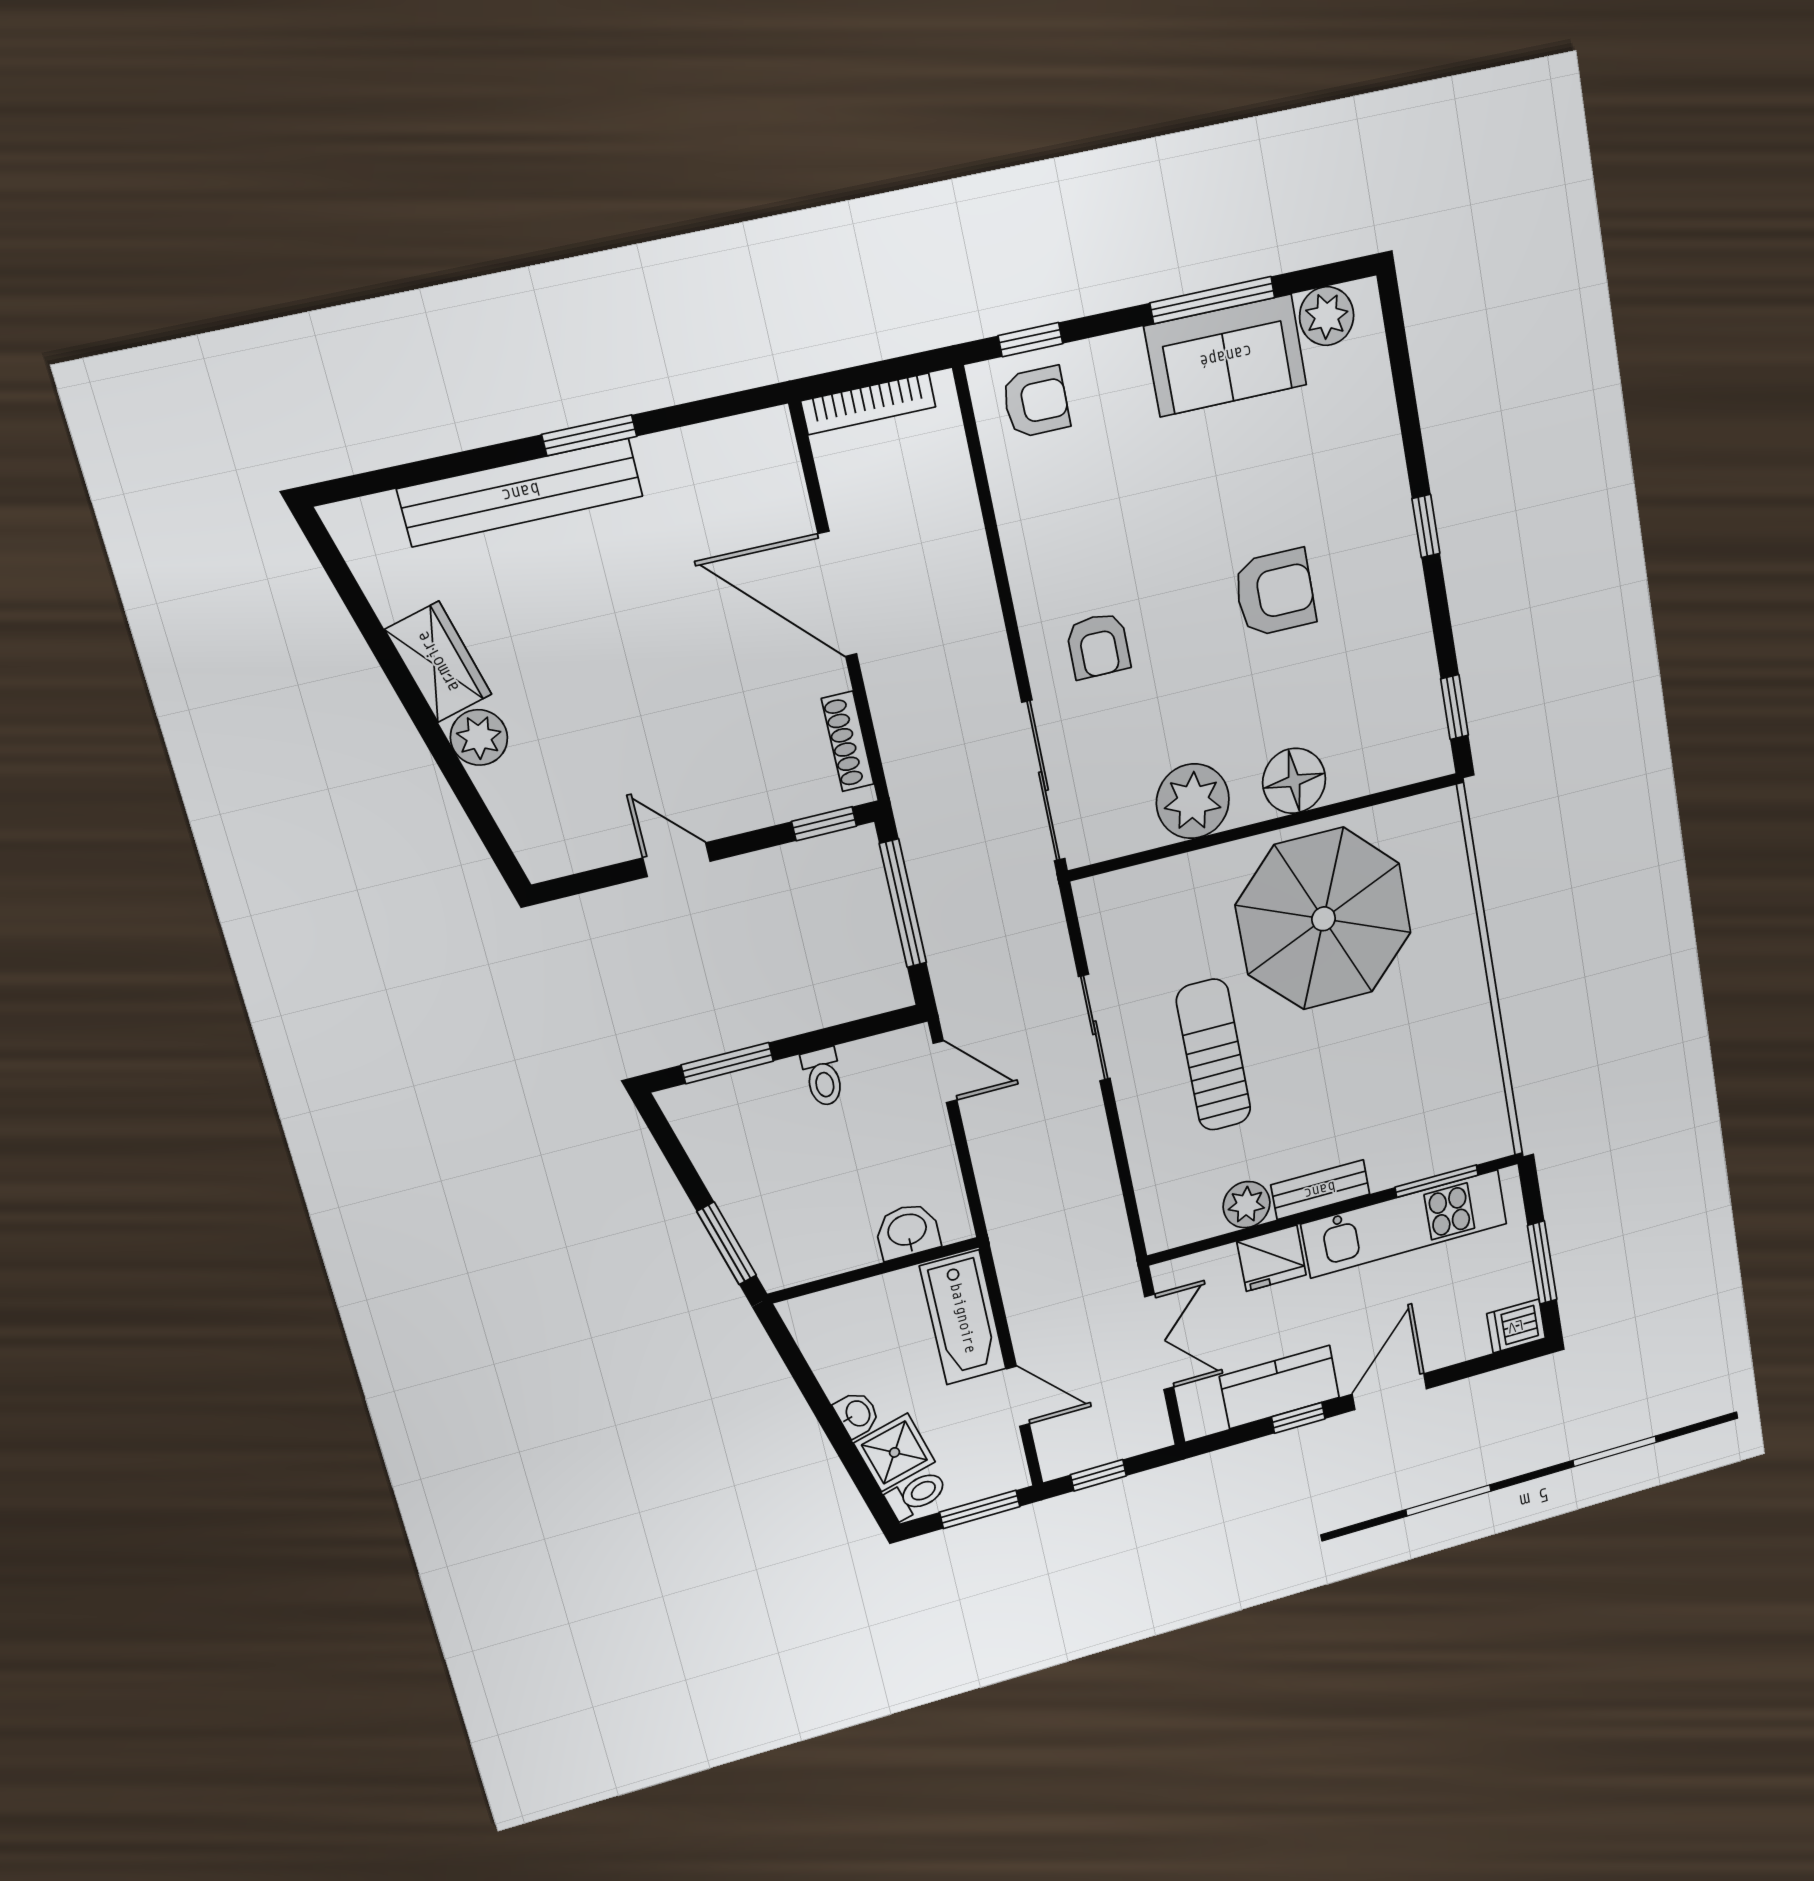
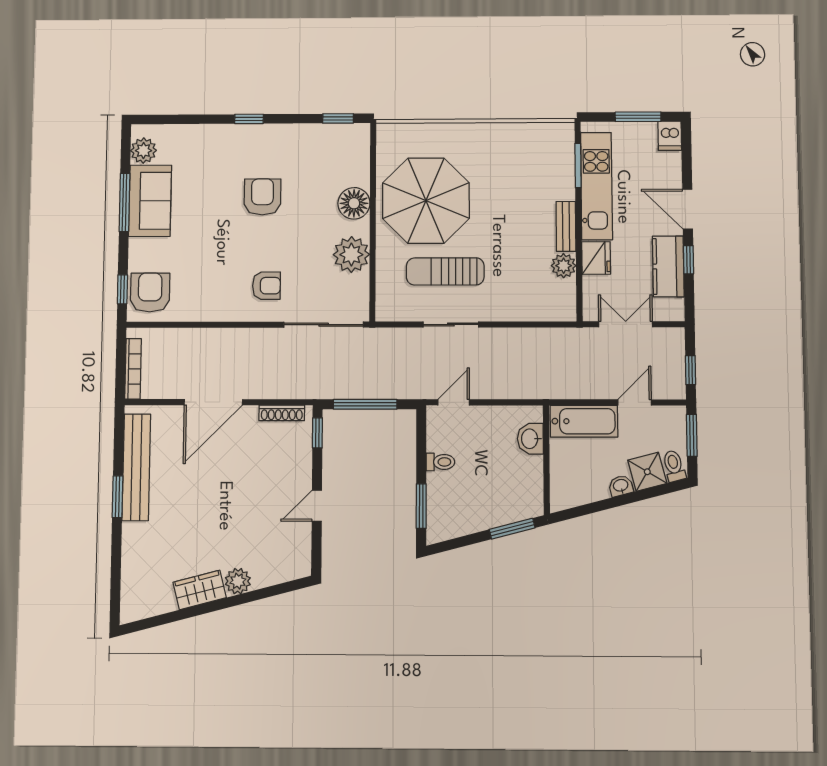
armchair: (1036, 402) -> (150, 292), width x1.38, depth x1.38
bench: (521, 492) -> (136, 467), moved
sun lounger: (1214, 1055) -> (445, 271), moved

